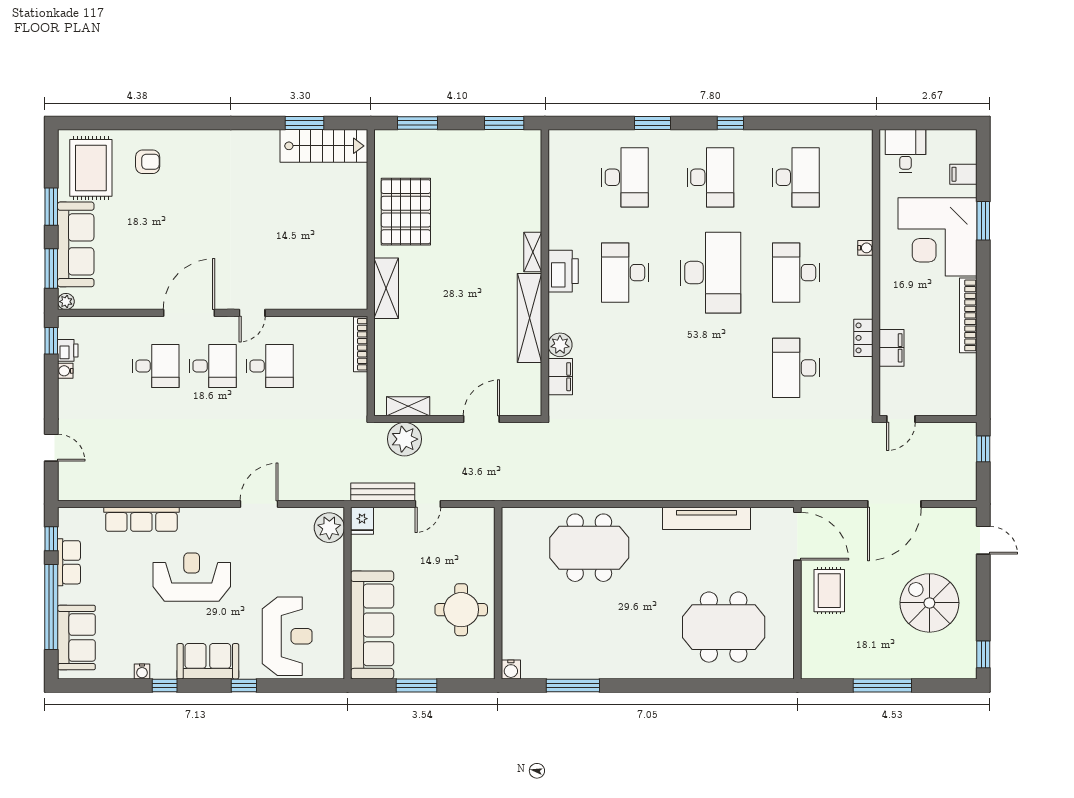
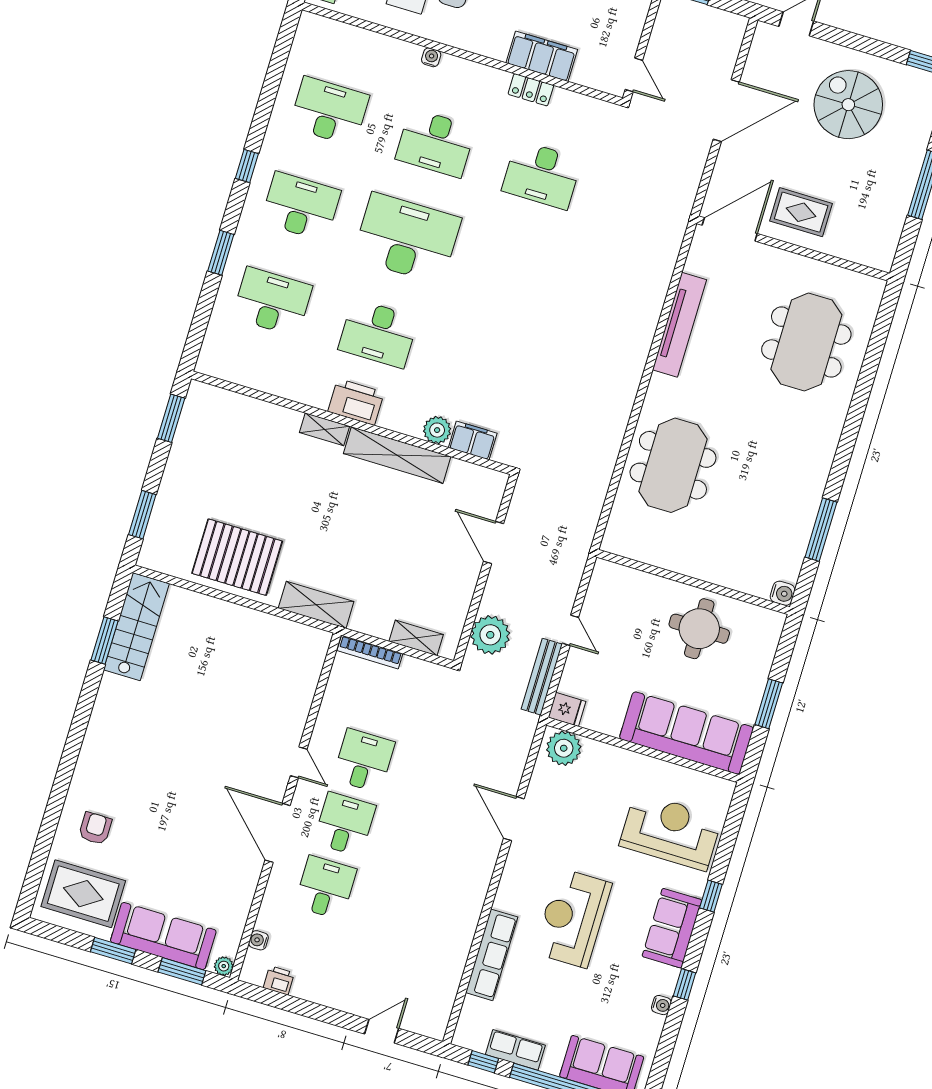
window: (51, 341) -> (263, 995), removed
filing cabinet: (891, 348) -> (542, 56), width x1.50, depth x1.17
water cooler: (65, 371) -> (258, 940), moved, turned 90
shelving: (408, 406) -> (416, 638), moved, turned 90
door: (894, 504) -> (726, 111), hinge flipped
spiral stairs: (929, 603) -> (848, 105), turned 90

